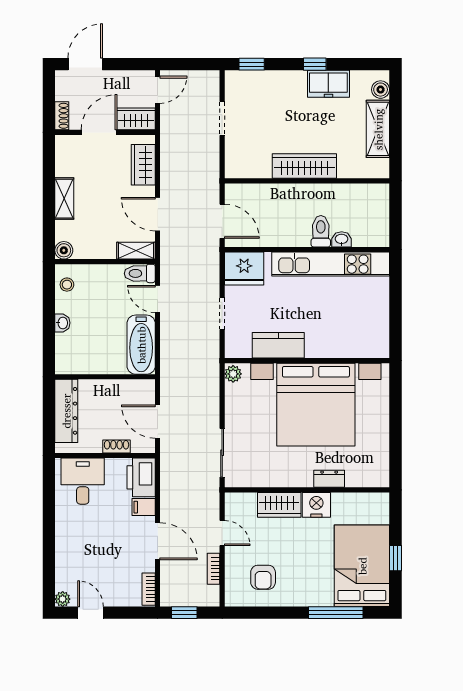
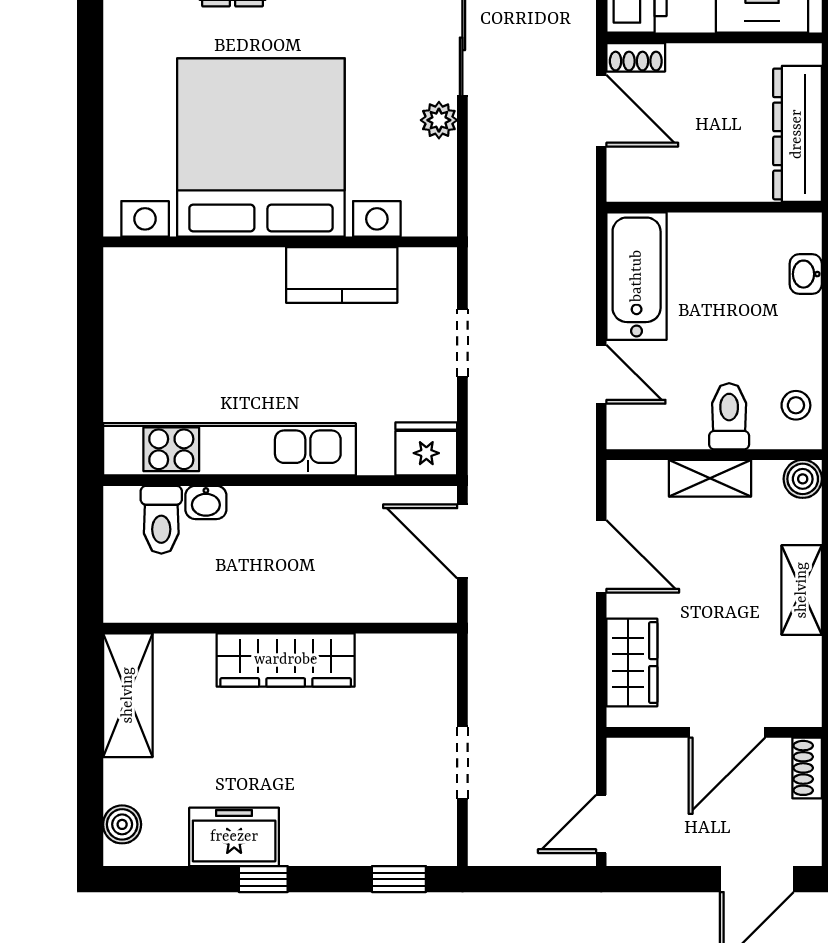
wardrobe: (136, 119) -> (648, 761), removed
shelving: (378, 129) -> (128, 695), moved
toilet: (321, 231) -> (161, 520), moved
shelving: (136, 251) -> (710, 478), moved
fridge: (244, 268) -> (426, 449), width x0.73, depth x0.75
toilet: (140, 273) -> (729, 416), moved, turned -90
washbasin: (62, 323) -> (806, 274), moved
plant: (233, 374) -> (439, 120), moved
shoe rack: (116, 446) -> (636, 57), moved

